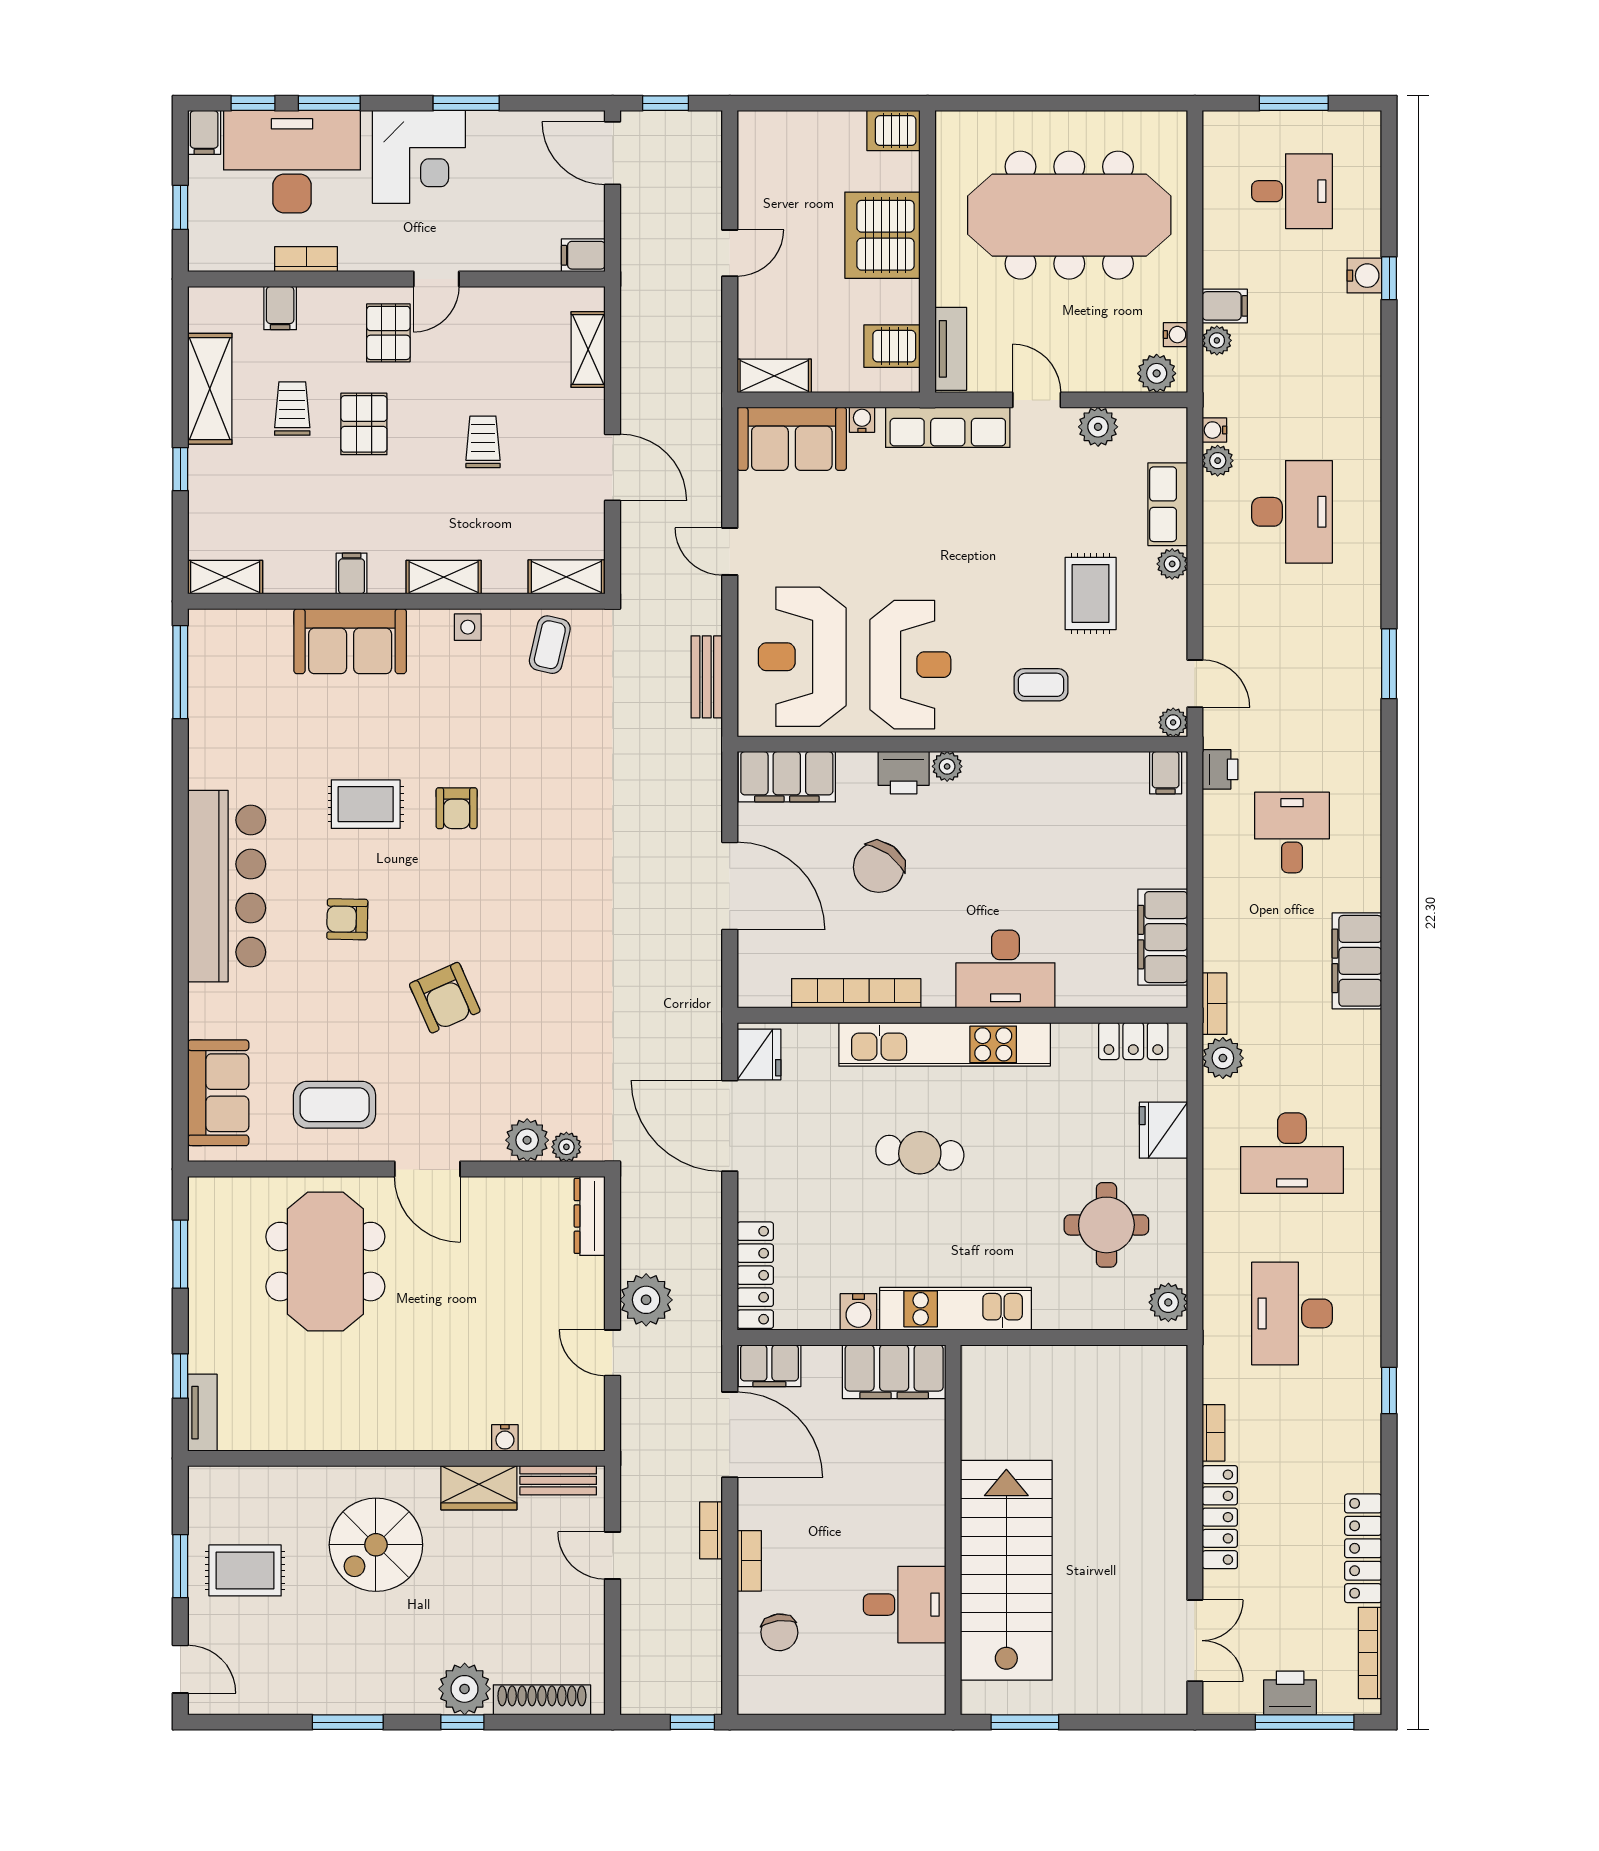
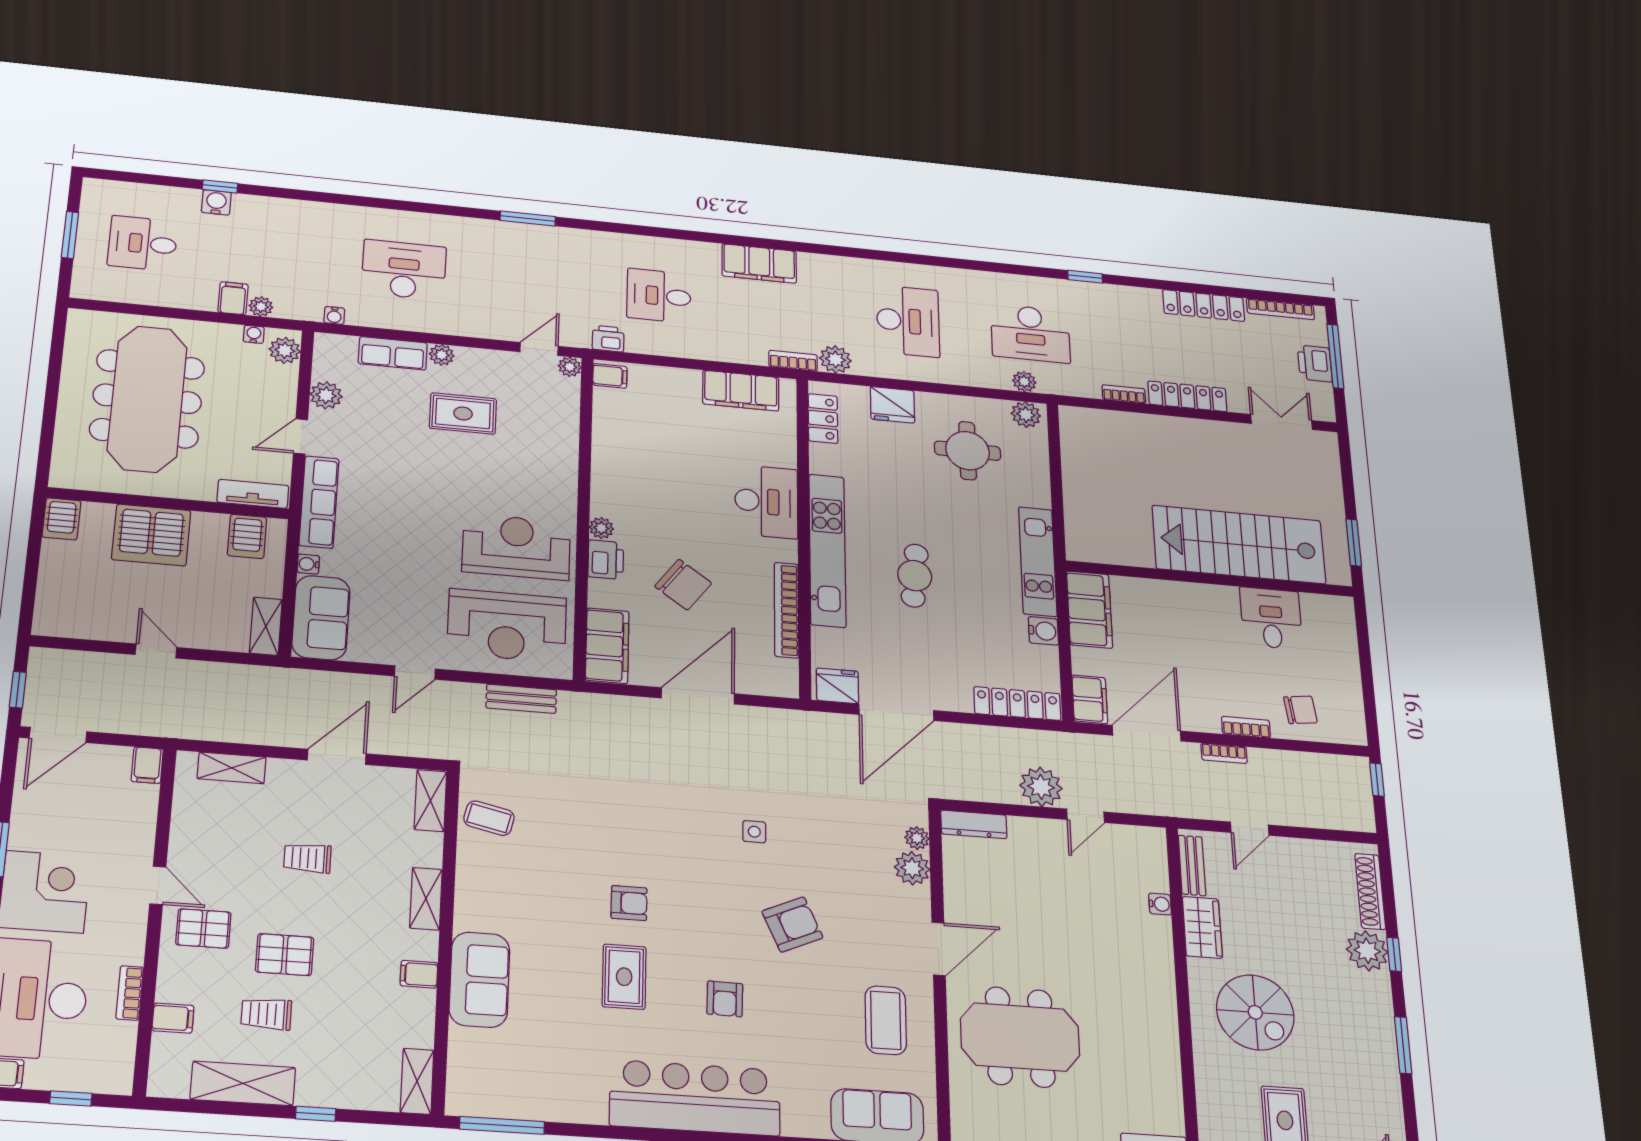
desk: (1292, 191) -> (143, 243), turned -90
plant: (1218, 461) -> (1024, 382), moved
side table: (468, 627) -> (754, 832), moved
coffee table: (1041, 685) -> (536, 455), removed

